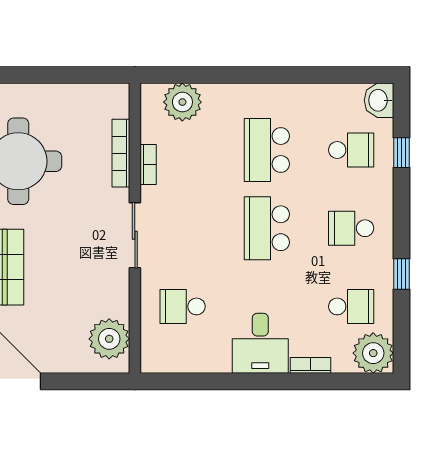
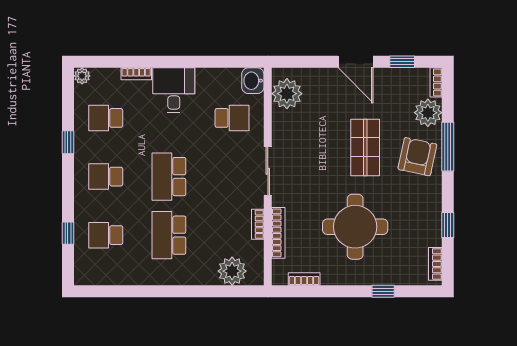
bookcase: (86, 91) -> (304, 279), added
washbasin: (379, 100) -> (253, 81), moved, turned 180
school desk: (267, 150) -> (169, 235), turned 180
school desk: (267, 228) -> (169, 177), turned 180
school desk: (351, 228) -> (106, 177), turned 180
plant: (373, 353) -> (82, 76), width x0.53, depth x0.53

